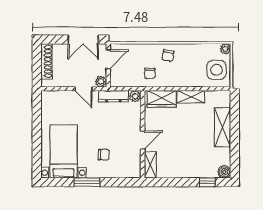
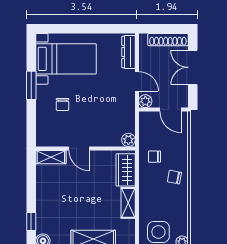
double door: (83, 40) -> (193, 67), moved
door: (83, 89) -> (137, 81), swing flipped
dresser: (113, 96) -> (128, 52), moved

